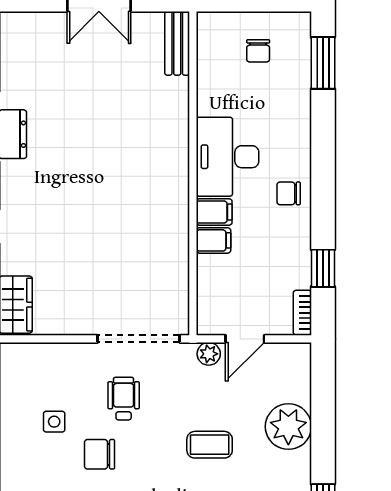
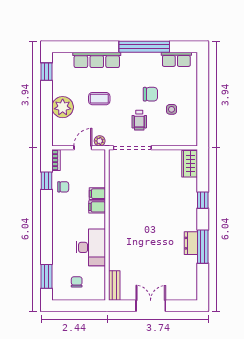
desk: (228, 157) -> (91, 247), moved
chair: (289, 193) -> (63, 187), moved

